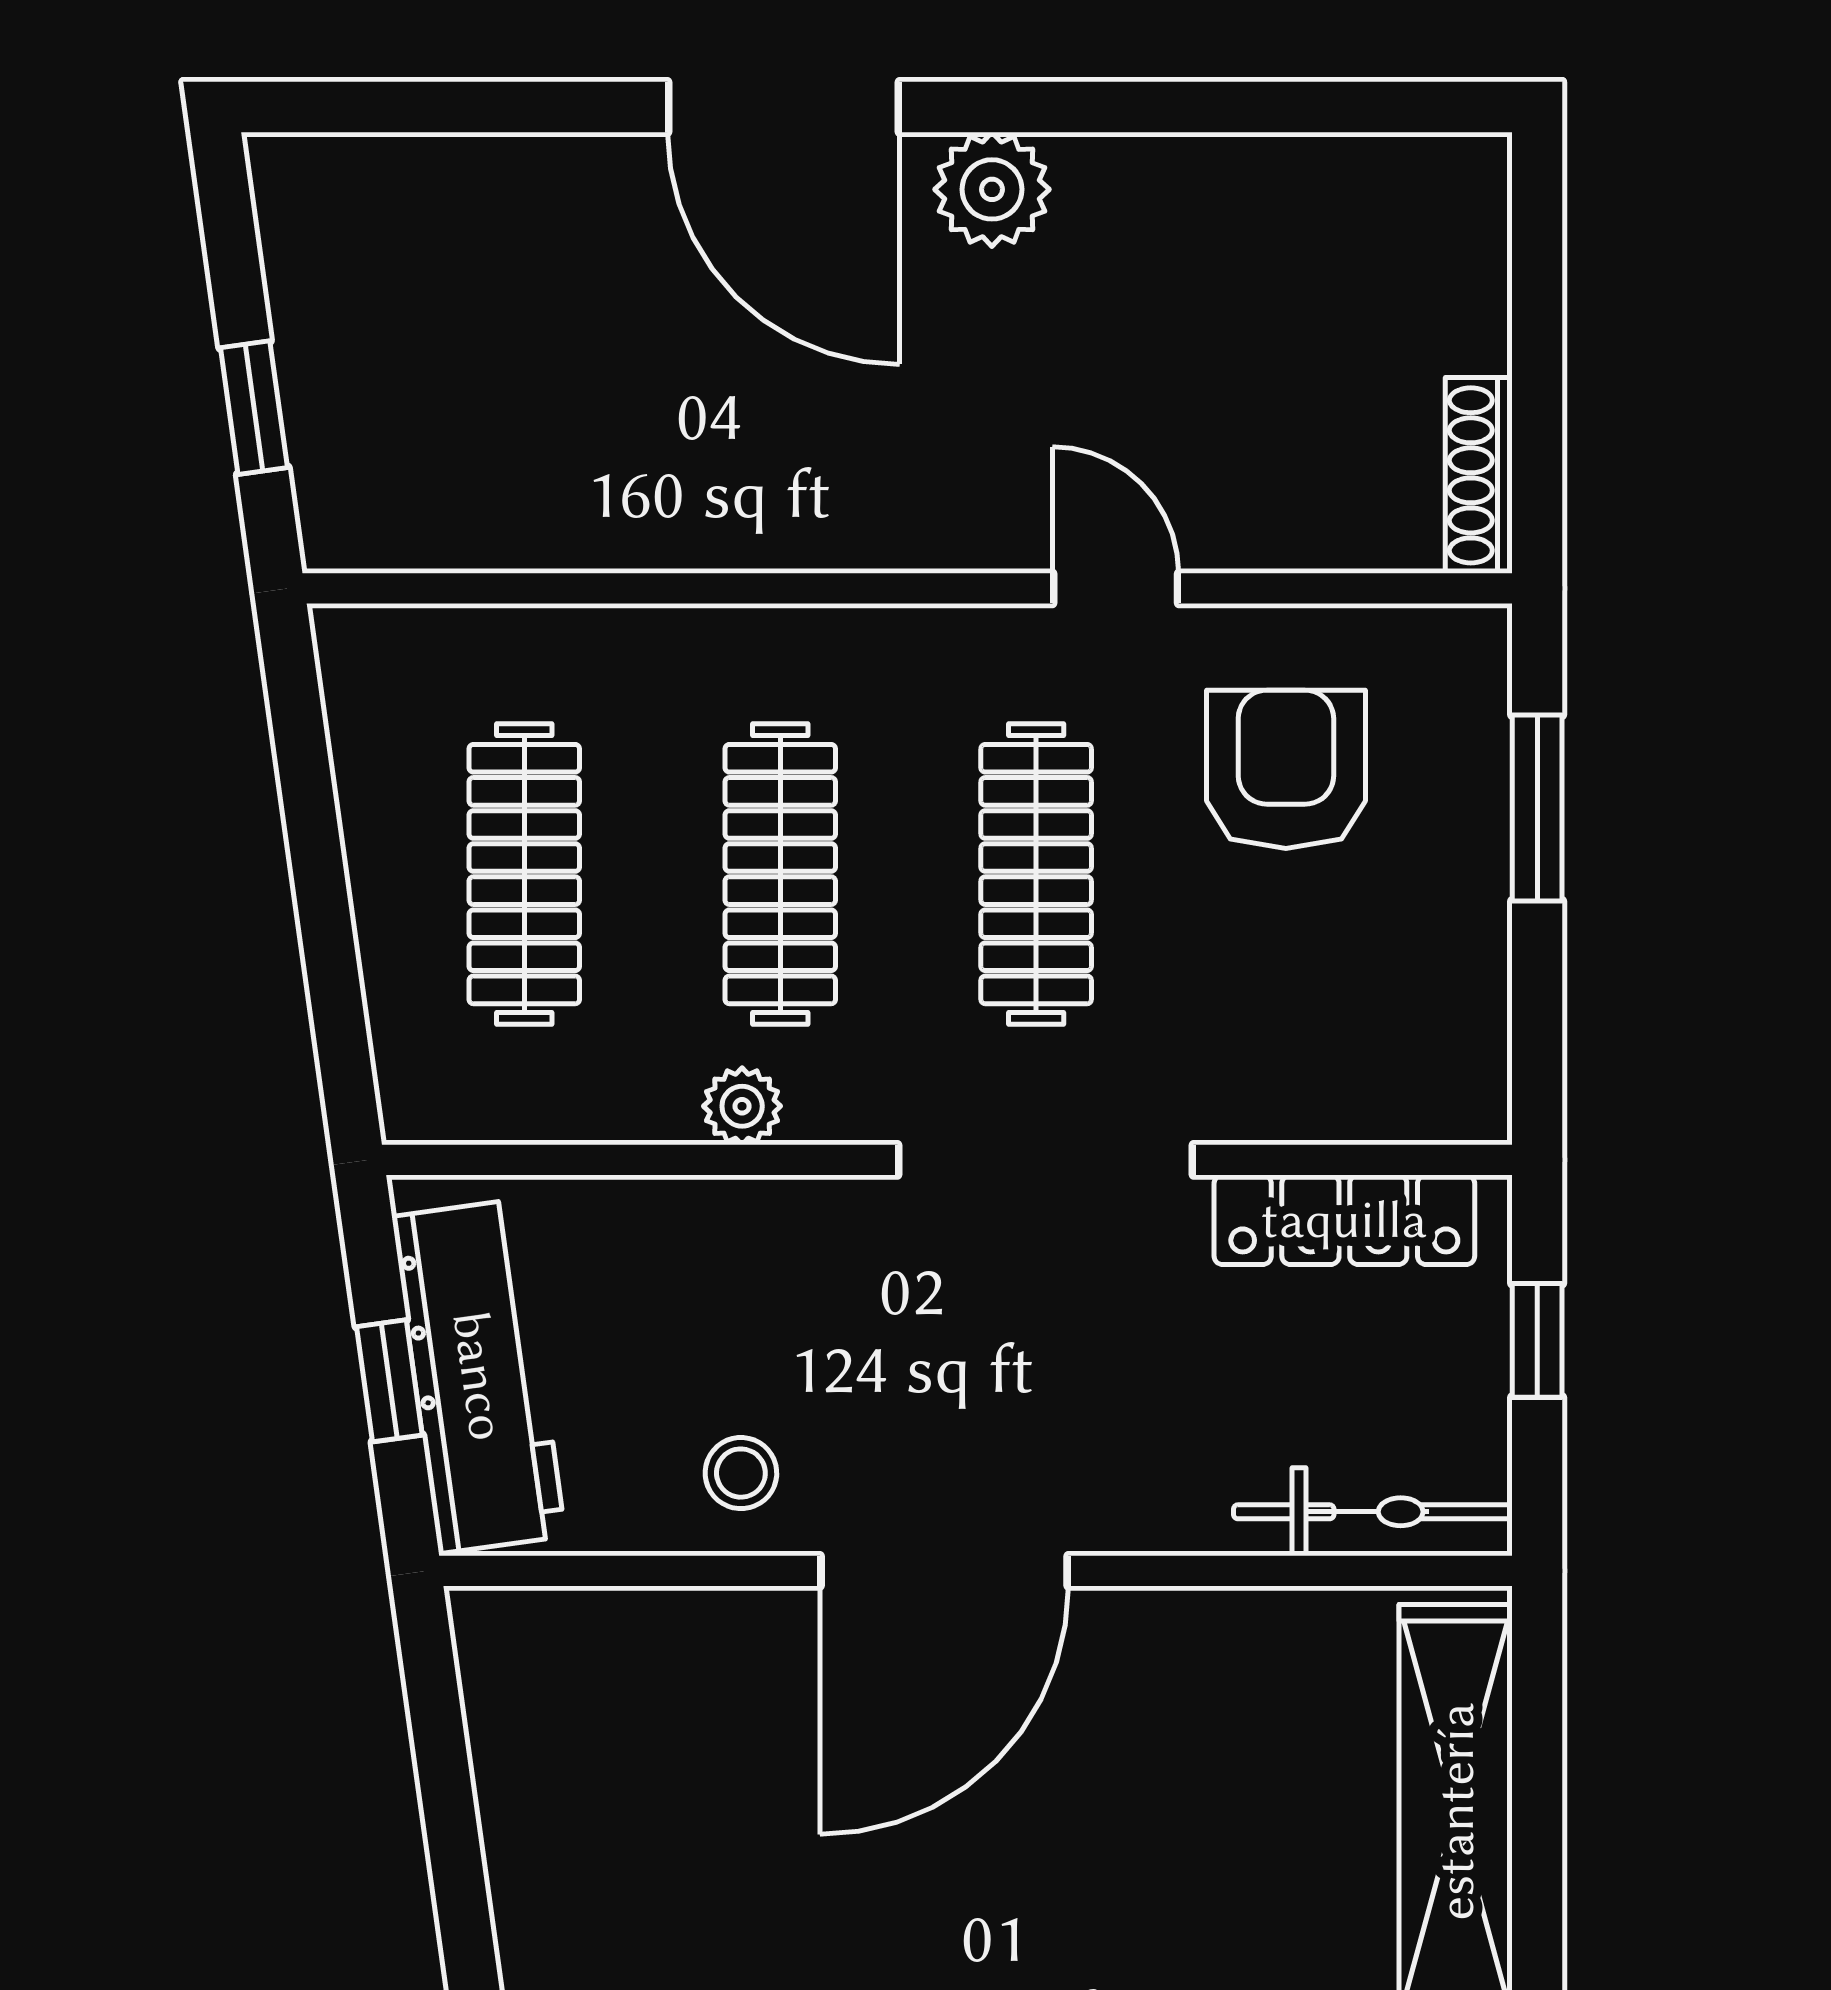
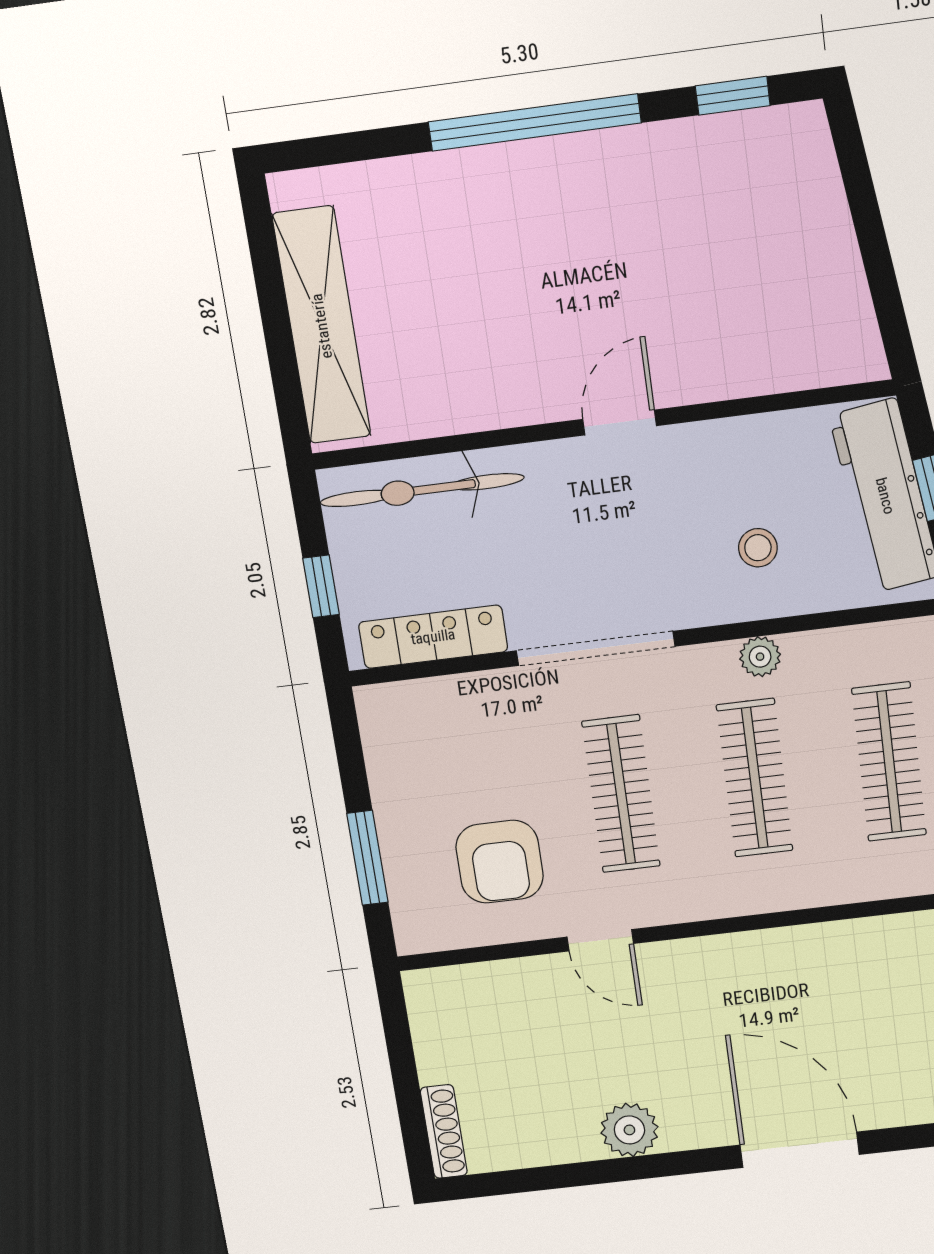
plant: (992, 189) -> (629, 1130), moved
shoe rack: (1479, 475) -> (444, 1132), moved
stool: (741, 1473) -> (758, 548), moved
bicycle: (1373, 1512) -> (422, 490), width x1.37, depth x1.40
door: (944, 1571) -> (620, 422), width x0.53

